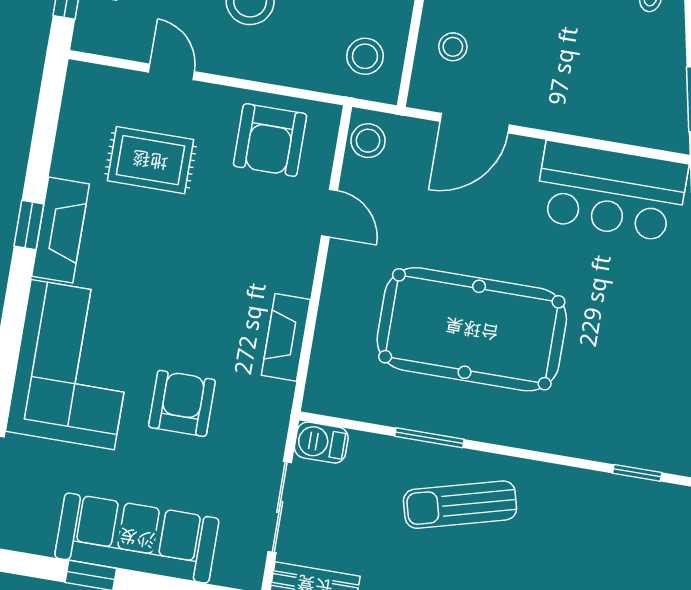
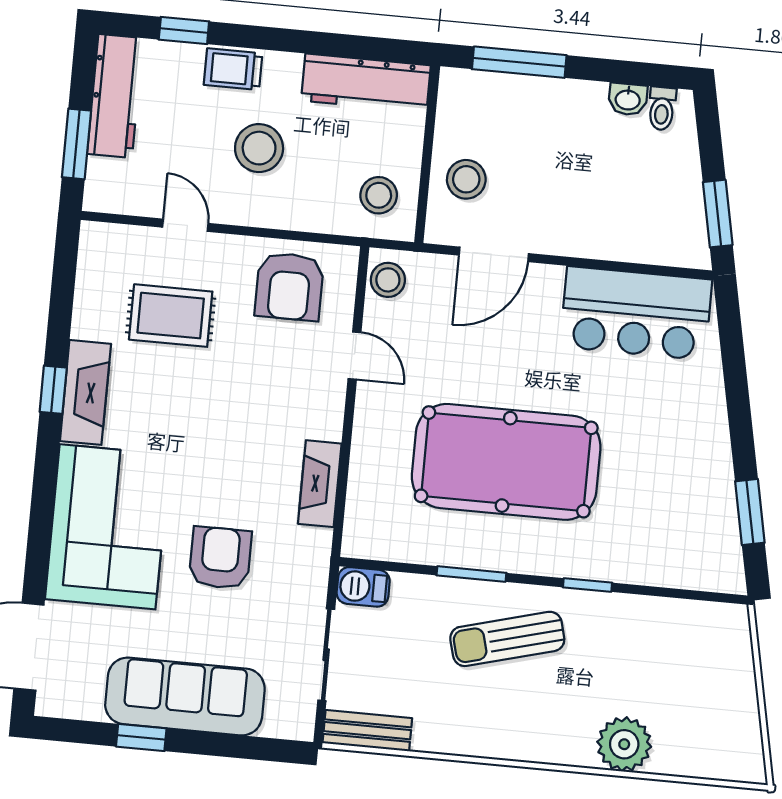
stool: (453, 47) -> (466, 179), width x1.37, depth x1.37
window: (637, 473) -> (588, 585), moved

